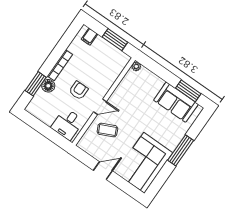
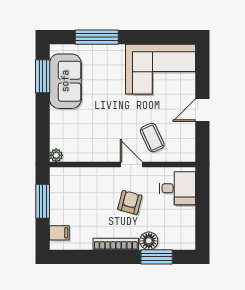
armchair: (79, 90) -> (130, 202), turned 105
window: (181, 150) -> (97, 37), moved
door: (103, 171) -> (202, 110), hinge flipped

